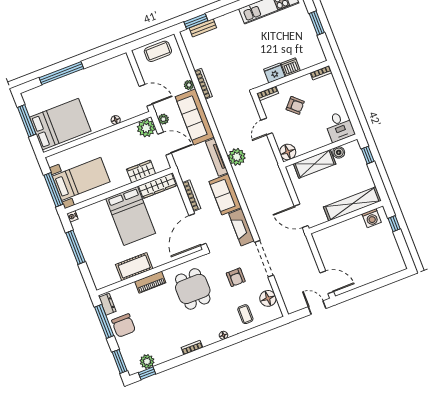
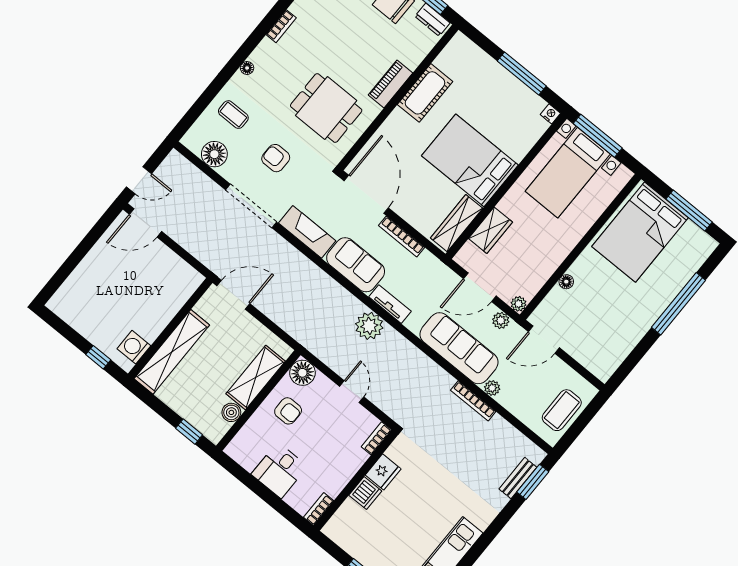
armchair: (295, 105) -> (288, 411), moved, turned -132
desk: (339, 126) -> (279, 470), moved, turned -90
plant: (146, 128) -> (519, 304), width x0.53, depth x0.53
tv unit: (217, 157) -> (390, 304), width x0.71

